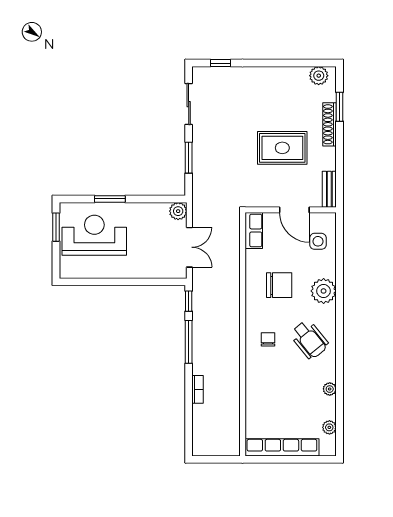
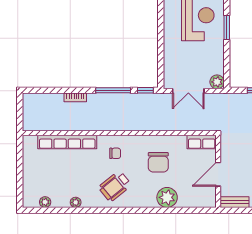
side table: (318, 241) -> (193, 193), removed
plant: (324, 291) -> (167, 197), moved
row of seats: (282, 447) -> (67, 142), moved, turned 90

